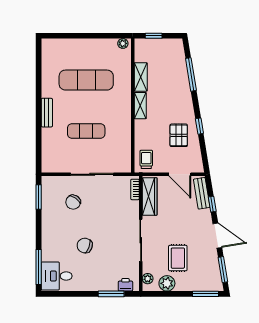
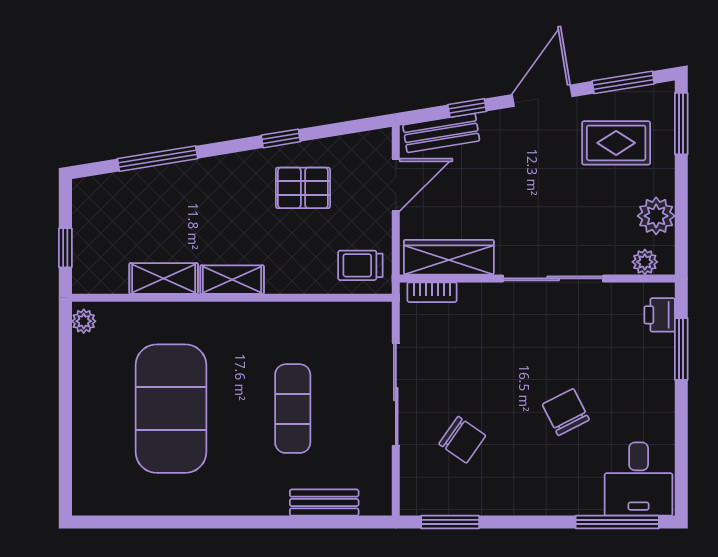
exercise mat: (86, 80) -> (171, 409), width x1.47
bench: (47, 113) -> (324, 503), moved
chair: (85, 246) -> (566, 412), turned 133
rug: (178, 258) -> (616, 143), moved

